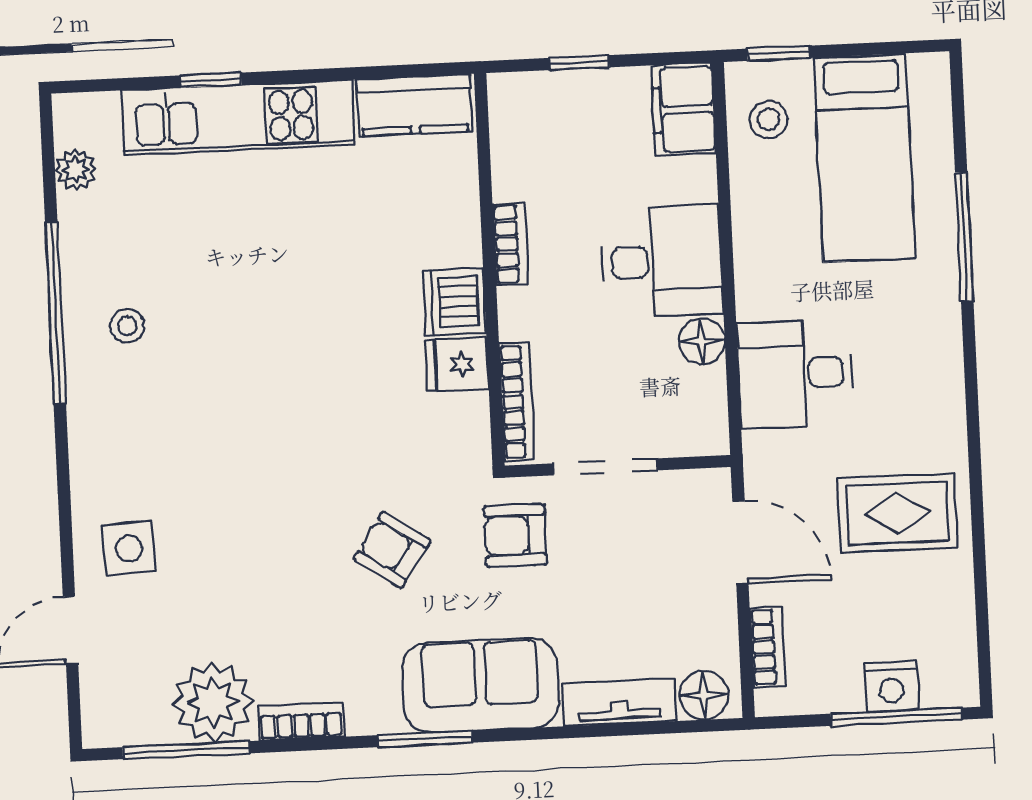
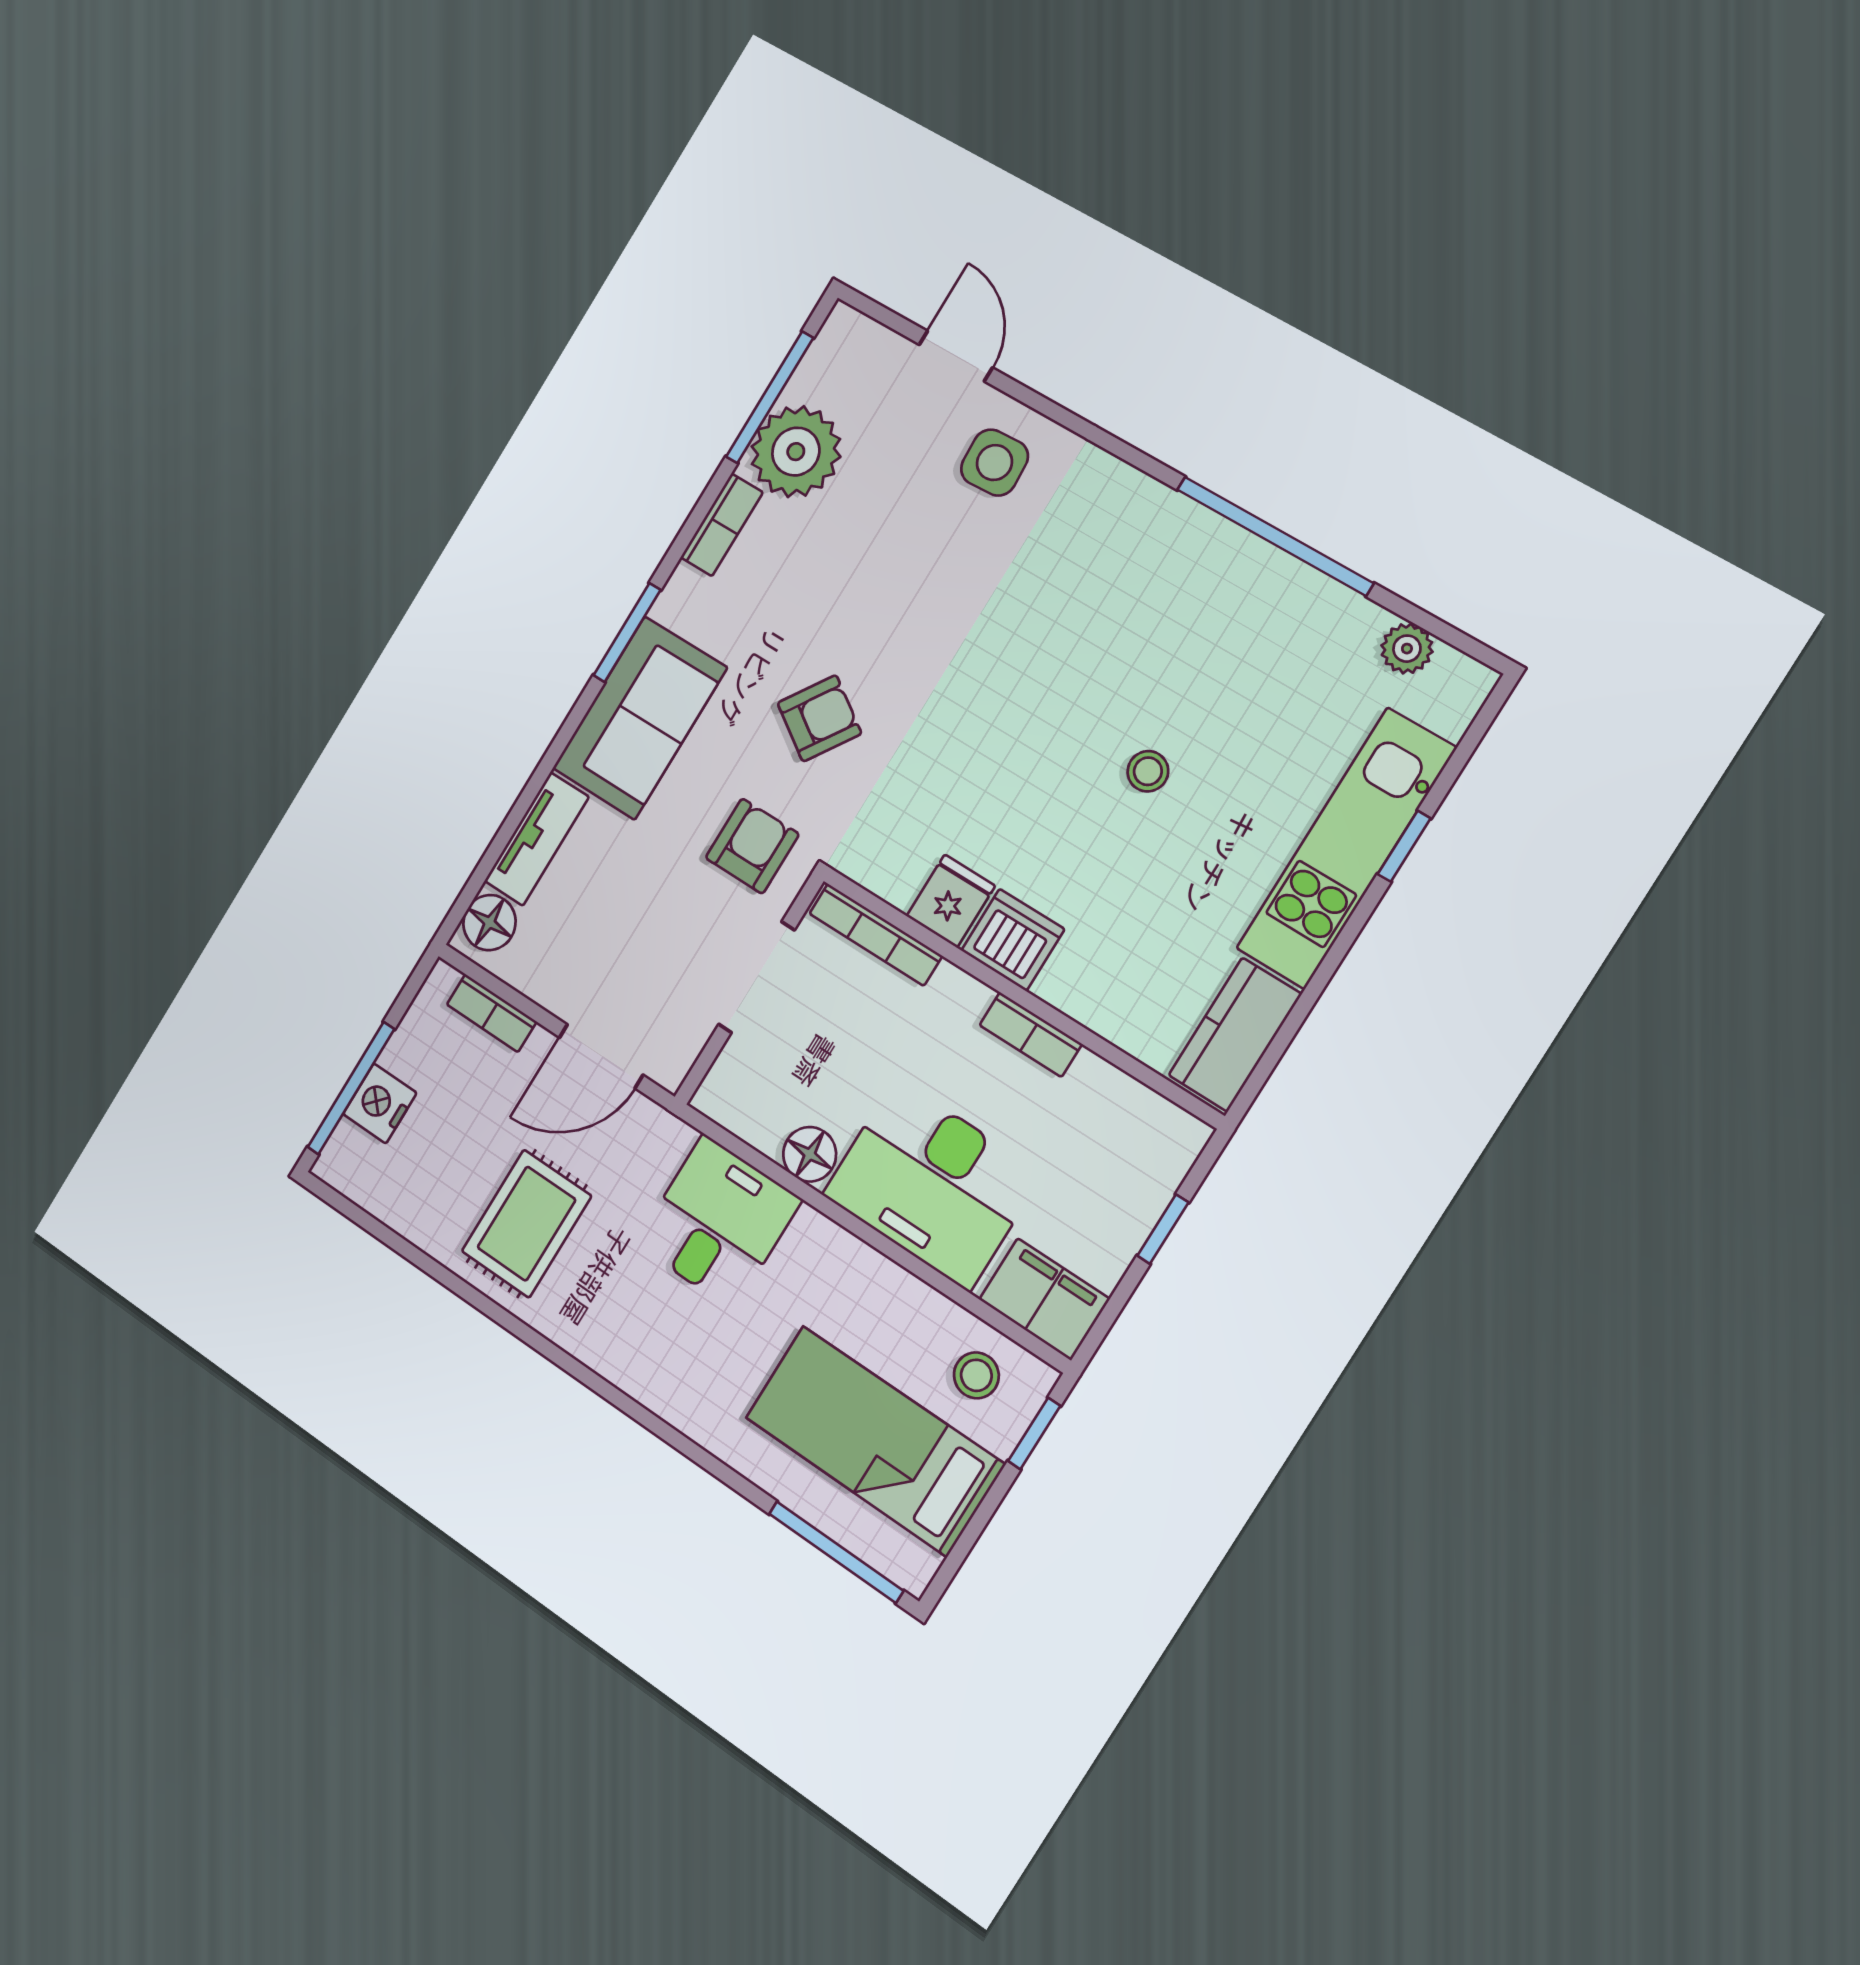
window: (964, 237) -> (836, 1552), moved
desk: (662, 261) -> (932, 1184), width x1.37
stool: (127, 326) -> (1148, 771), moved

